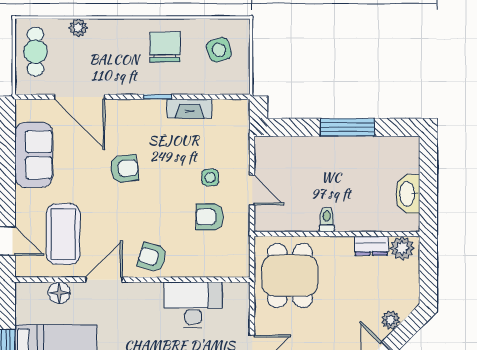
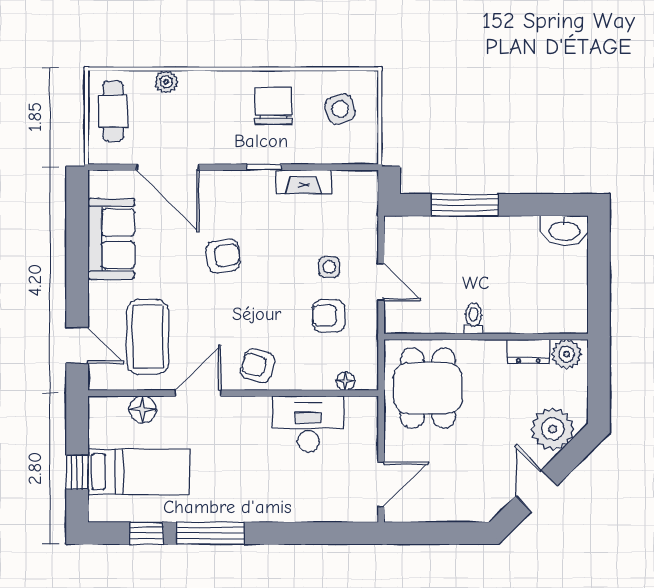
window: (347, 127) -> (465, 205), moved
washbasin: (408, 194) -> (564, 230), moved, turned -90
floor lamp: (223, 270) -> (345, 381), added
plant: (391, 320) -> (553, 429), width x1.87, depth x1.87

